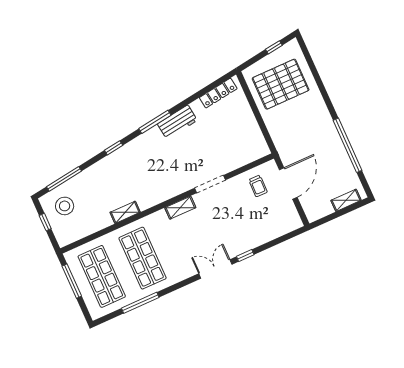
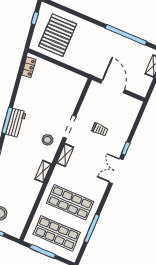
locker: (218, 93) -> (29, 67), width x0.66
workbench: (177, 122) -> (16, 123), moved
stool: (177, 177) -> (47, 140), added
trolley: (258, 186) -> (100, 130), moved
shelving: (125, 212) -> (43, 171), moved

